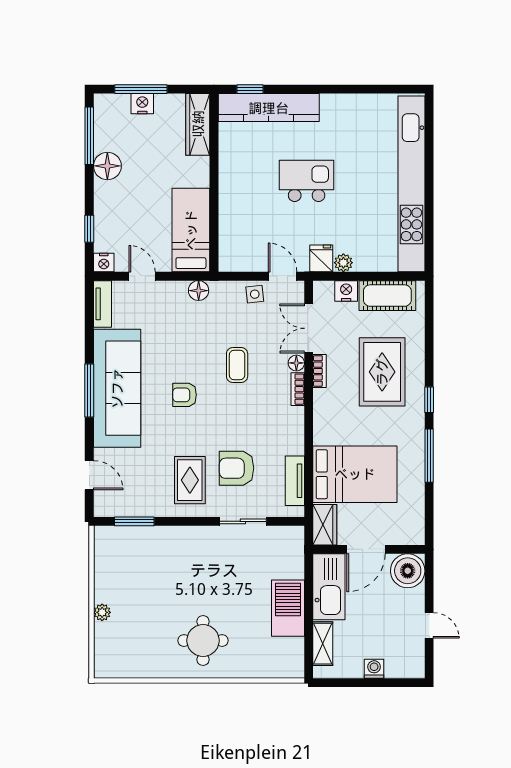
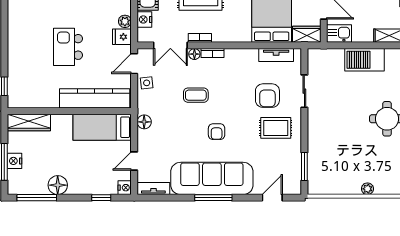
kitchen counter: (269, 108) -> (95, 98), moved, turned -90
kitchen sink: (329, 587) -> (339, 34), width x0.53, depth x0.81

